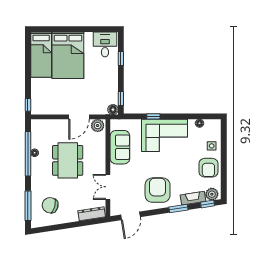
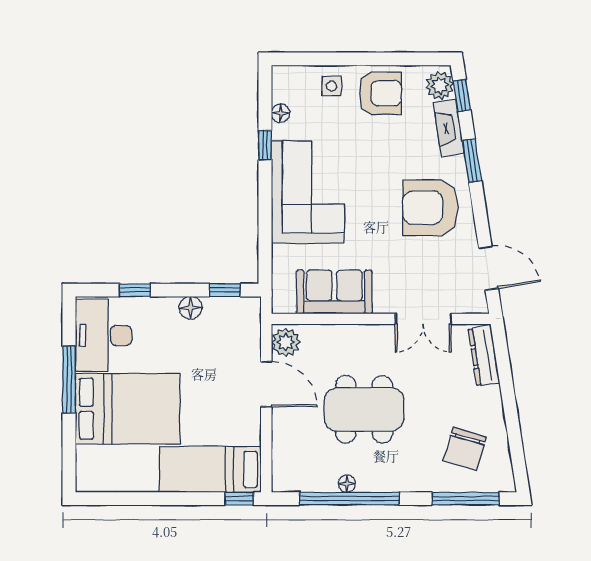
window: (81, 29) -> (69, 379), added
desk: (105, 44) -> (104, 335), width x1.37
bed: (41, 55) -> (210, 469), moved, turned 180
floor lamp: (113, 110) -> (191, 308), moved
window: (153, 116) -> (265, 145), moved

